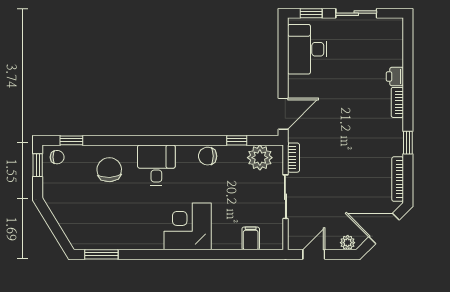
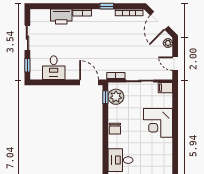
desk: (307, 49) -> (54, 68), width x0.73
printer: (395, 77) -> (61, 16), width x1.87, depth x1.48
window: (237, 140) -> (105, 97), moved
corner desk: (188, 226) -> (158, 123), moved
filing cabinet: (251, 238) -> (165, 88), moved

